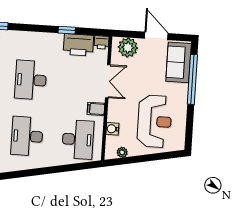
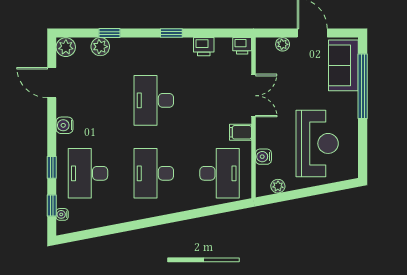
window: (67, 30) -> (171, 33), moved
printer: (78, 45) -> (204, 47), width x0.53, depth x0.68
plant: (128, 47) -> (283, 44), width x0.53, depth x0.53

